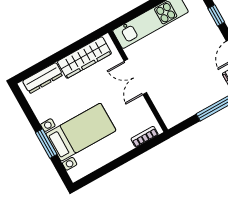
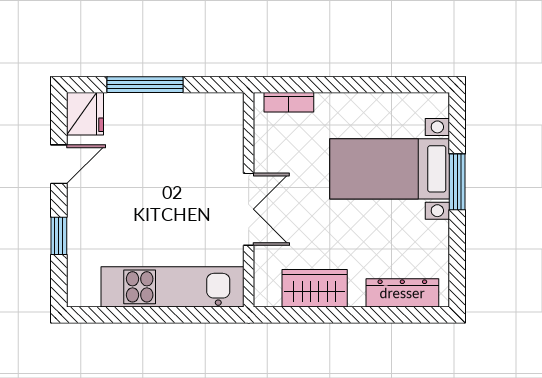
wardrobe: (84, 57) -> (315, 288), width x0.67

